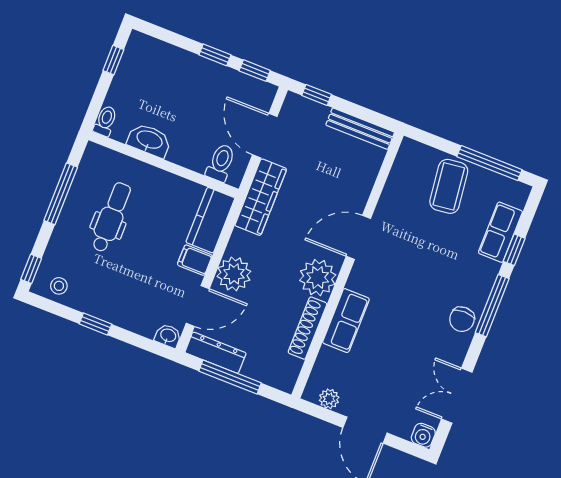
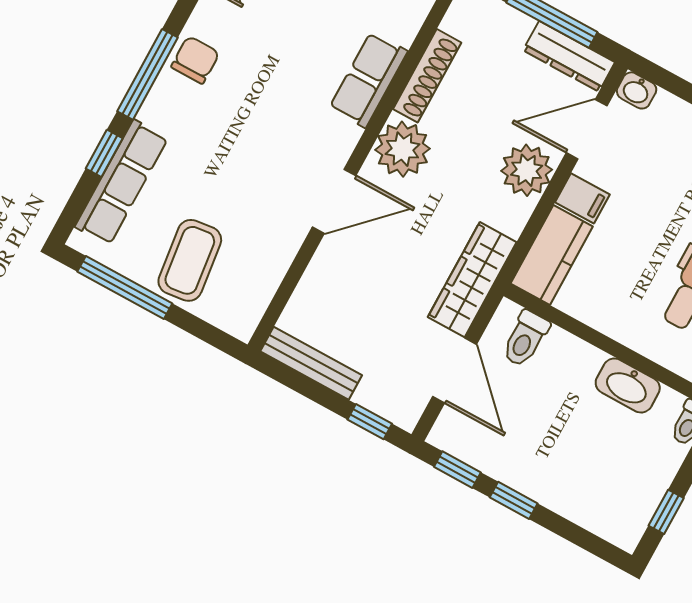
row of seats: (500, 232) -> (121, 182), width x1.48

